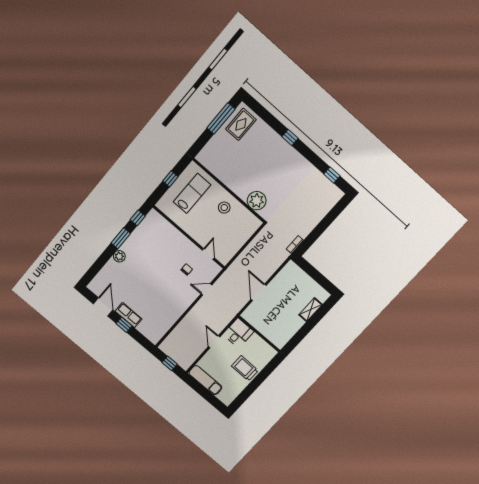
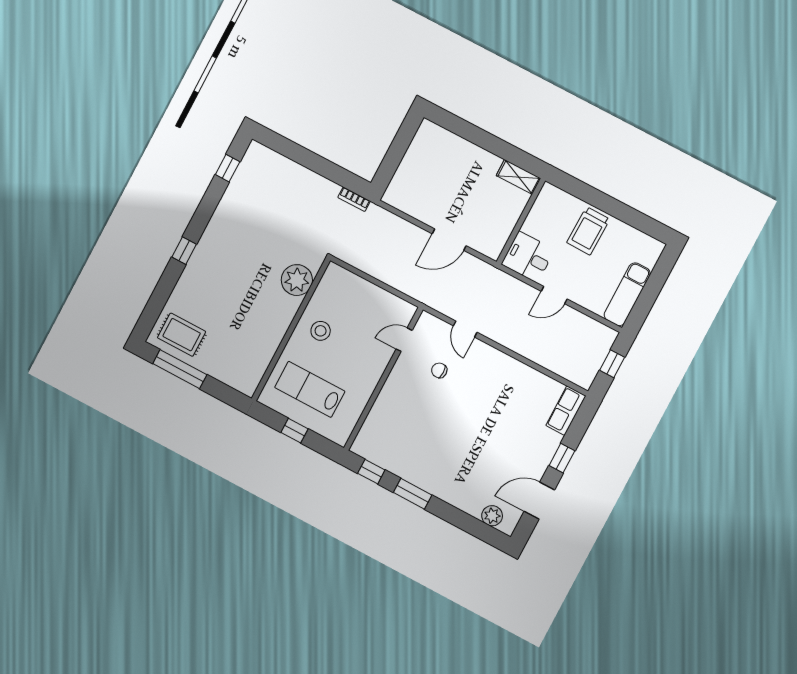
plant: (119, 256) -> (492, 516), moved
shelving: (311, 310) -> (519, 177), moved
row of seats: (128, 315) -> (566, 411), moved

